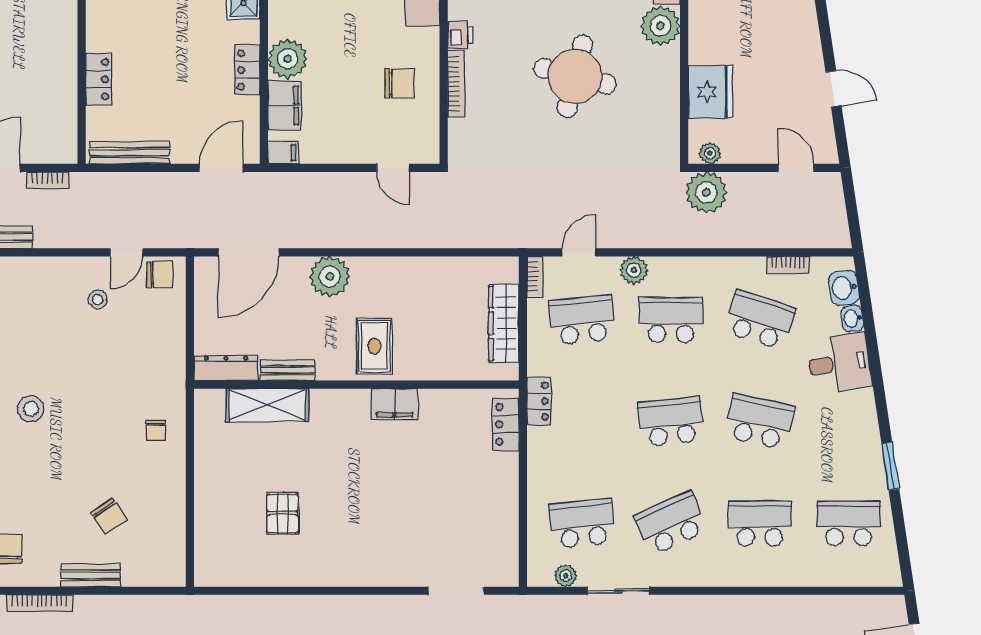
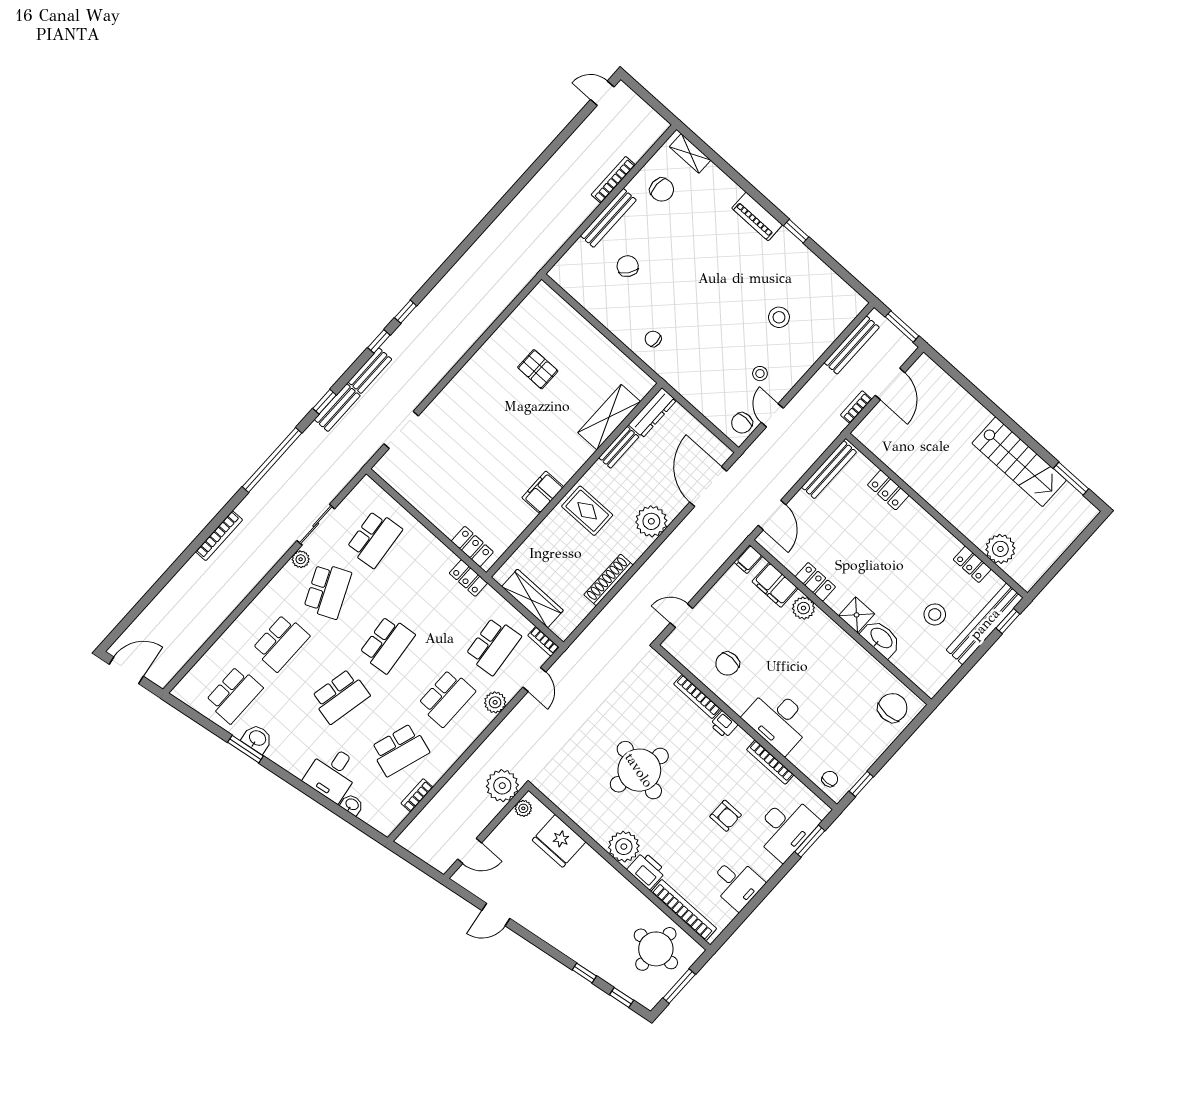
plant: (287, 59) -> (803, 608), width x0.73, depth x0.73
shoe rack: (422, 267) -> (608, 580), added
washbasin: (844, 288) -> (257, 739), moved
stool: (31, 409) -> (779, 317), moved
chair: (109, 516) -> (628, 266), turned 71
bench: (90, 575) -> (608, 218), width x1.36
plant: (566, 576) -> (301, 559), moved

